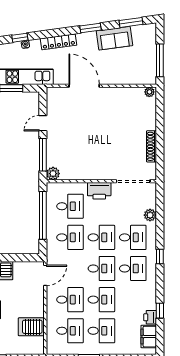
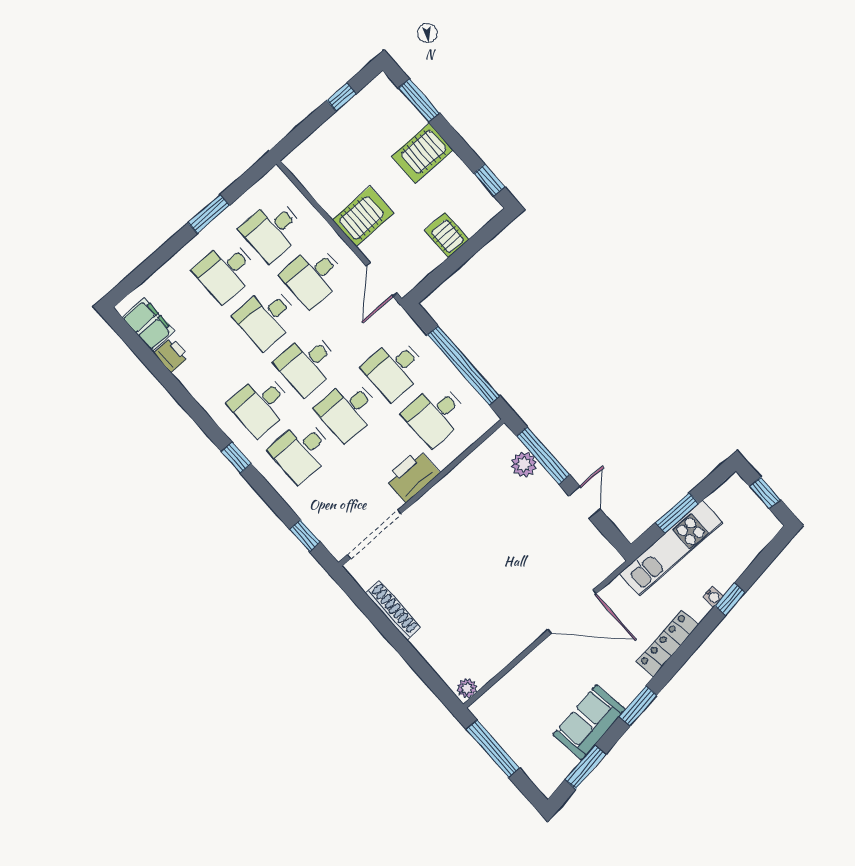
plant: (53, 174) -> (524, 464), moved
plant: (150, 215) -> (305, 506), removed
window: (160, 311) -> (305, 536), moved
server rack: (31, 327) -> (363, 217), moved

